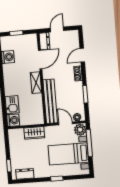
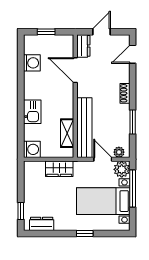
door: (82, 55) -> (133, 54), moved
door: (40, 60) -> (75, 70), swing flipped
shelving: (36, 83) -> (67, 133), moved
kitchen sink: (12, 105) -> (32, 112), moved

